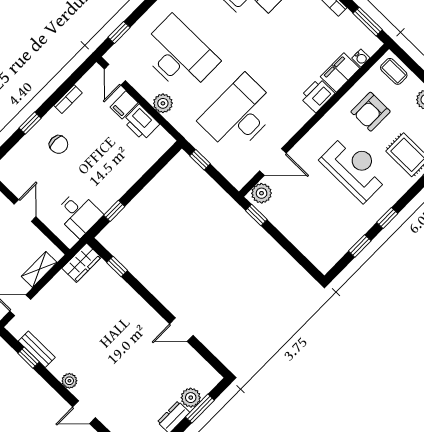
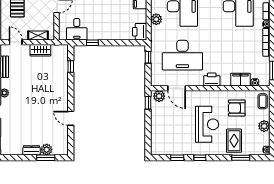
printer: (317, 95) -> (212, 80), moved
desk: (239, 114) -> (182, 55), turned 180
printer: (141, 123) -> (140, 32), moved
wardrobe: (81, 263) -> (40, 50), moved

